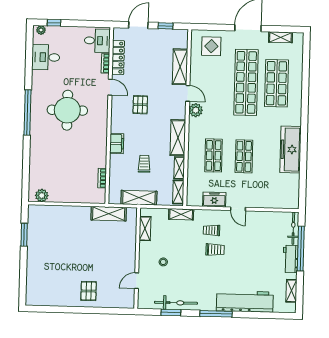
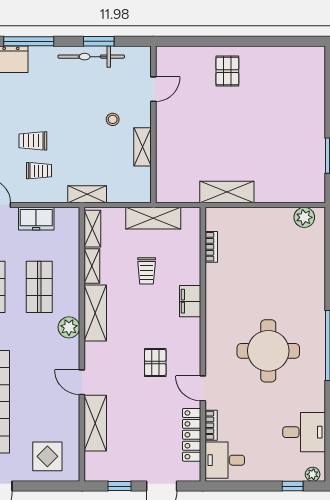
plant: (196, 110) -> (69, 327), moved
shelving: (109, 214) -> (227, 192), moved
shelving: (145, 229) -> (142, 147), moved

